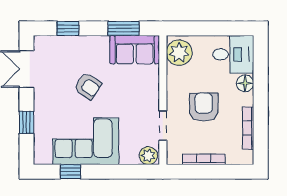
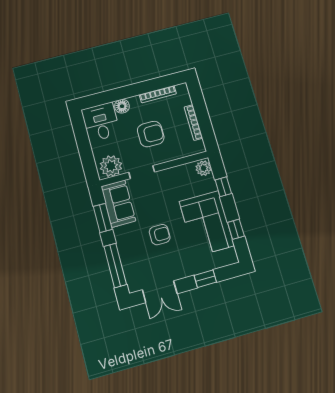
window: (68, 28) -> (115, 265), width x2.17
armchair: (88, 86) -> (160, 235), turned 56
armchair: (204, 107) -> (151, 134), turned 180
doorway: (163, 125) -> (142, 172), moved
window: (121, 172) -> (223, 187), added

